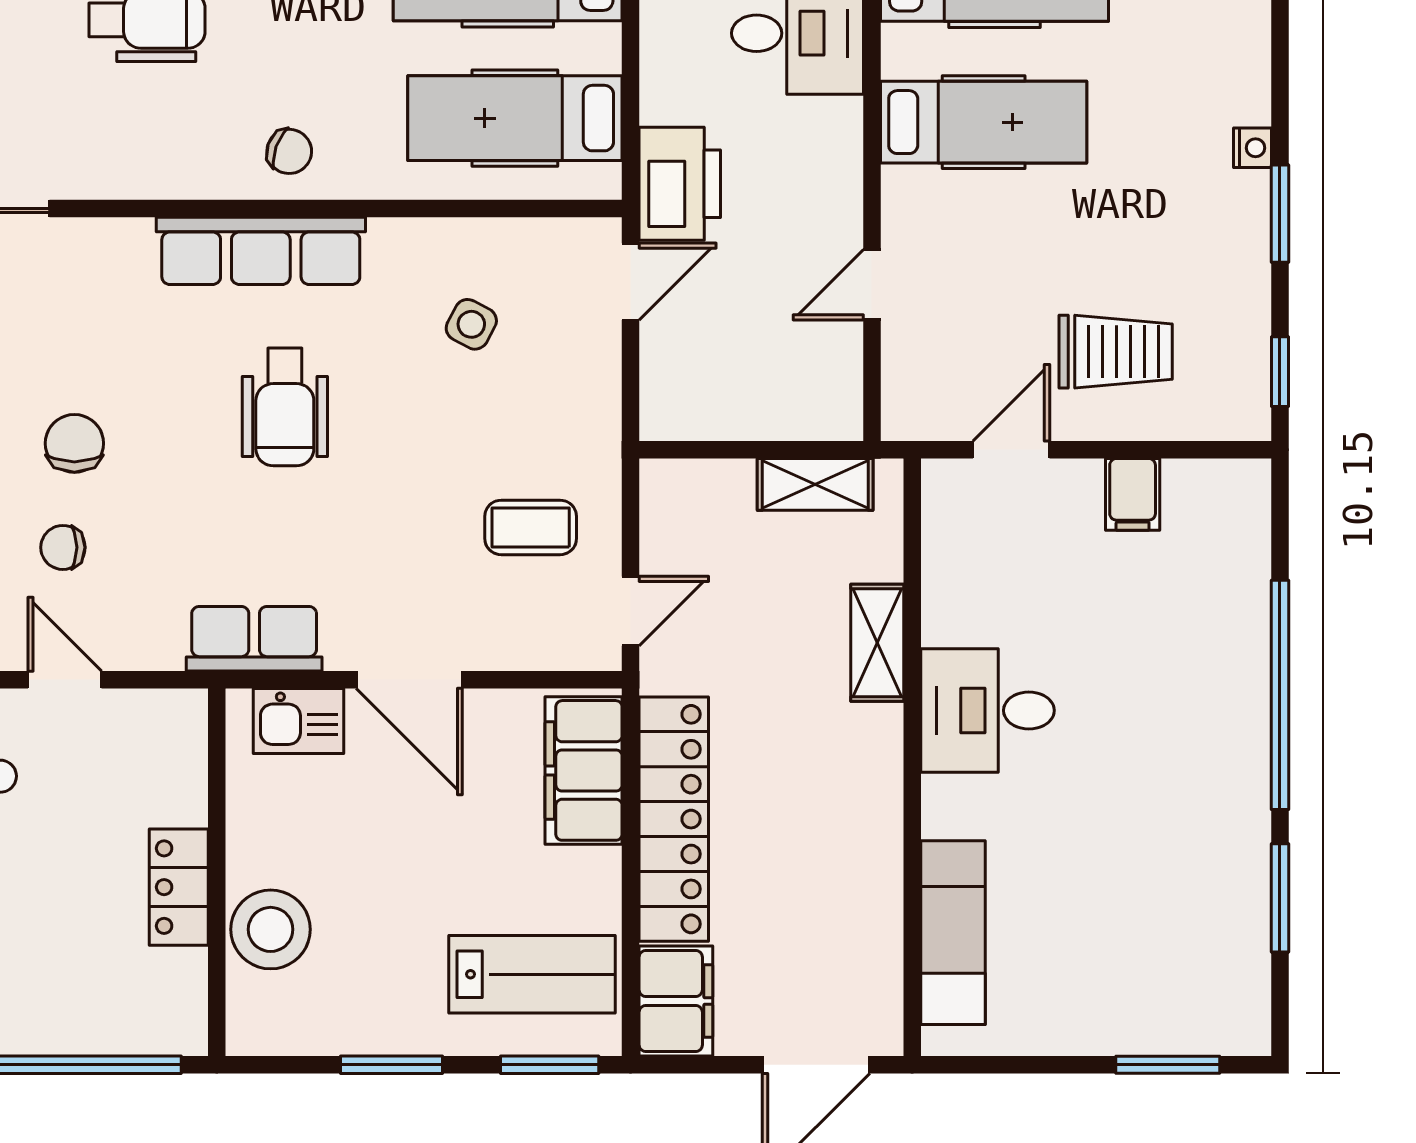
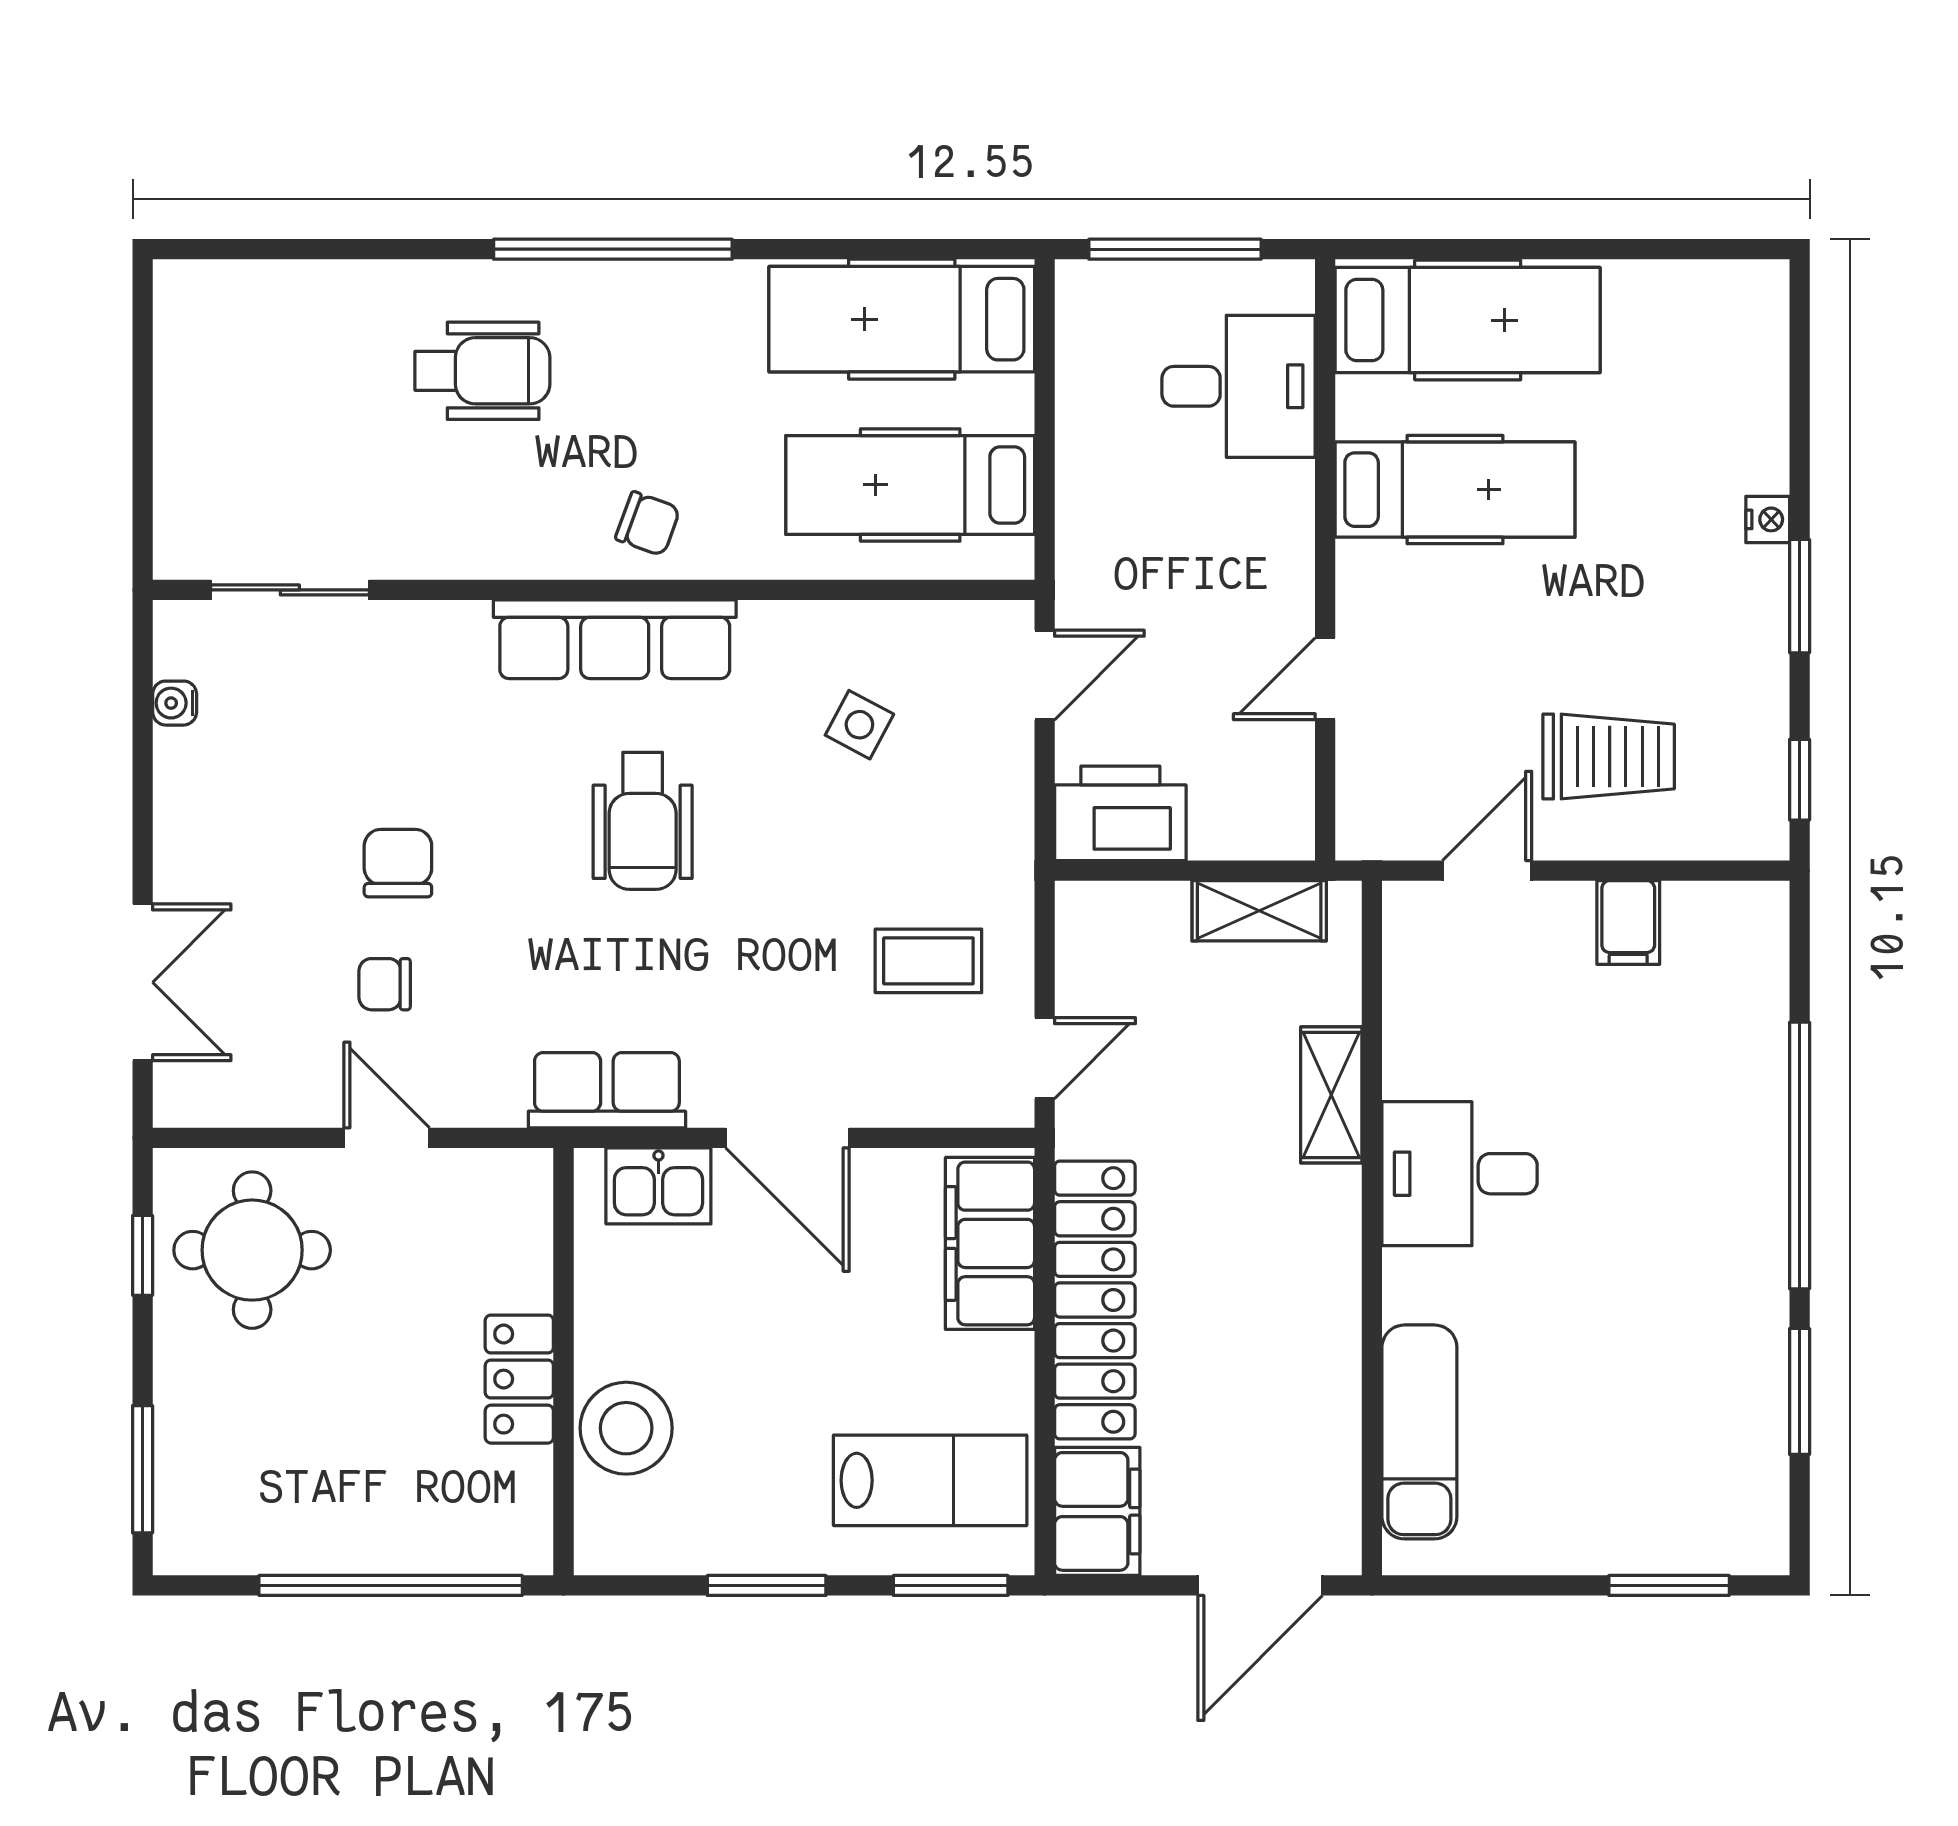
printer: (680, 184) -> (1120, 813), moved, turned -90

